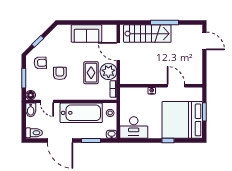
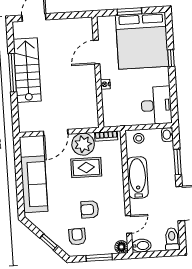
sofa: (86, 33) -> (34, 184), width x1.36
stairs: (147, 34) -> (27, 70), moved
bathtub: (81, 113) -> (138, 178), width x0.73, depth x0.73

